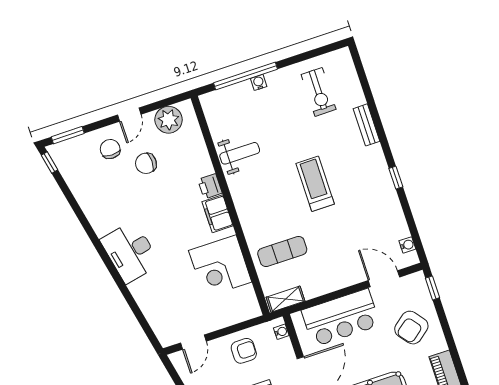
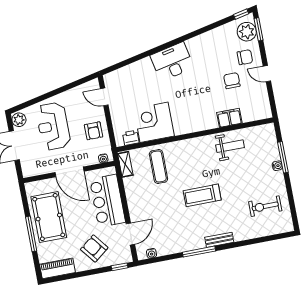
window: (245, 76) -> (283, 157), width x0.68
plant: (169, 120) -> (247, 32), moved
bench: (366, 125) -> (219, 240), moved
weight bench: (240, 153) -> (230, 146), turned -90
window: (396, 178) -> (199, 252), width x2.17
treadmill: (315, 184) -> (202, 195), turned 180
printer: (210, 186) -> (131, 138), moved
filing cabinet: (217, 214) -> (229, 118), moved

